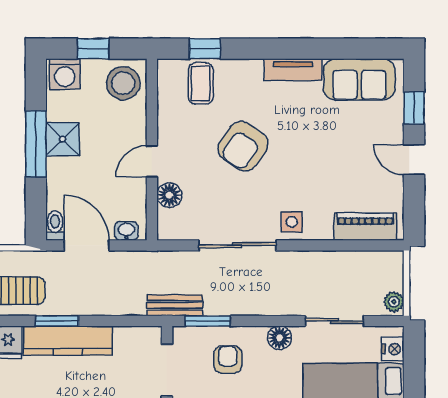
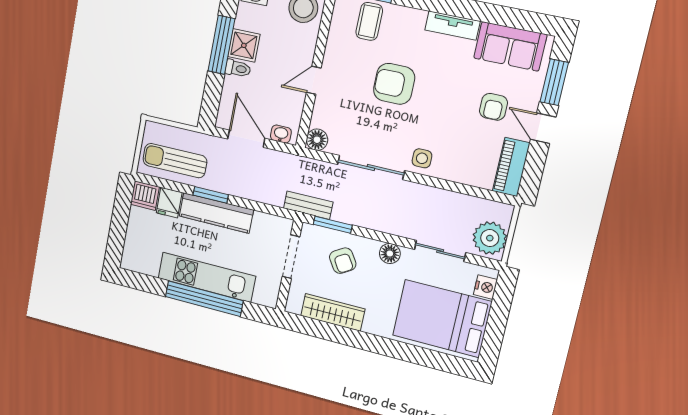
window: (414, 108) -> (554, 82), width x1.50
armchair: (243, 146) -> (394, 84), turned 56
armchair: (356, 148) -> (493, 107), added
floor lamp: (169, 195) -> (317, 140), moved
toilet: (55, 226) -> (238, 68), moved, turned 90
piano: (365, 226) -> (511, 167), moved, turned -90
plant: (394, 302) -> (490, 238), width x1.88, depth x1.88
armchair: (228, 360) -> (343, 261), turned 148

